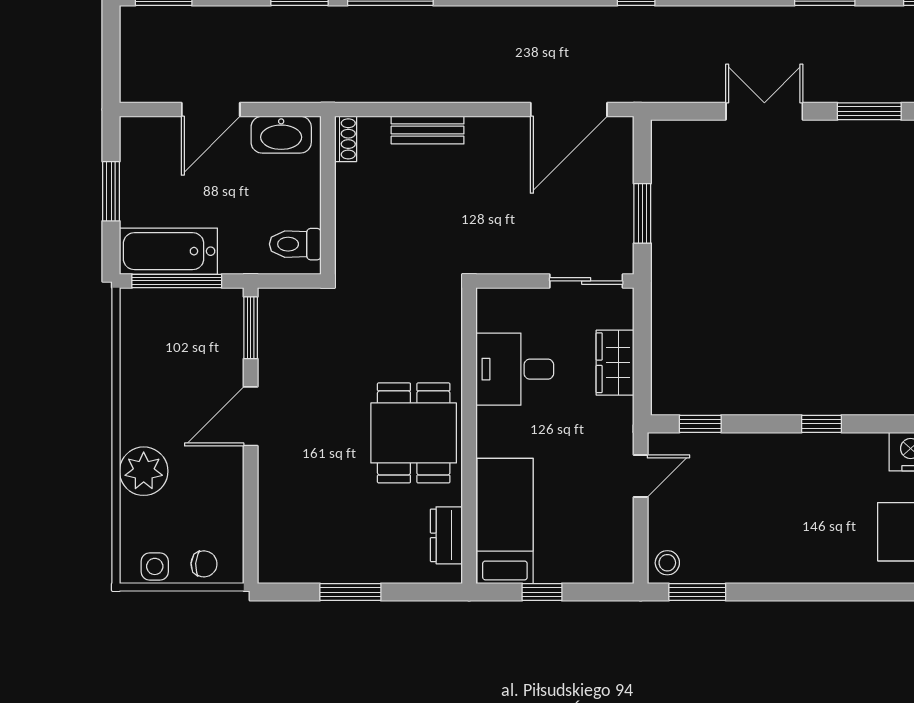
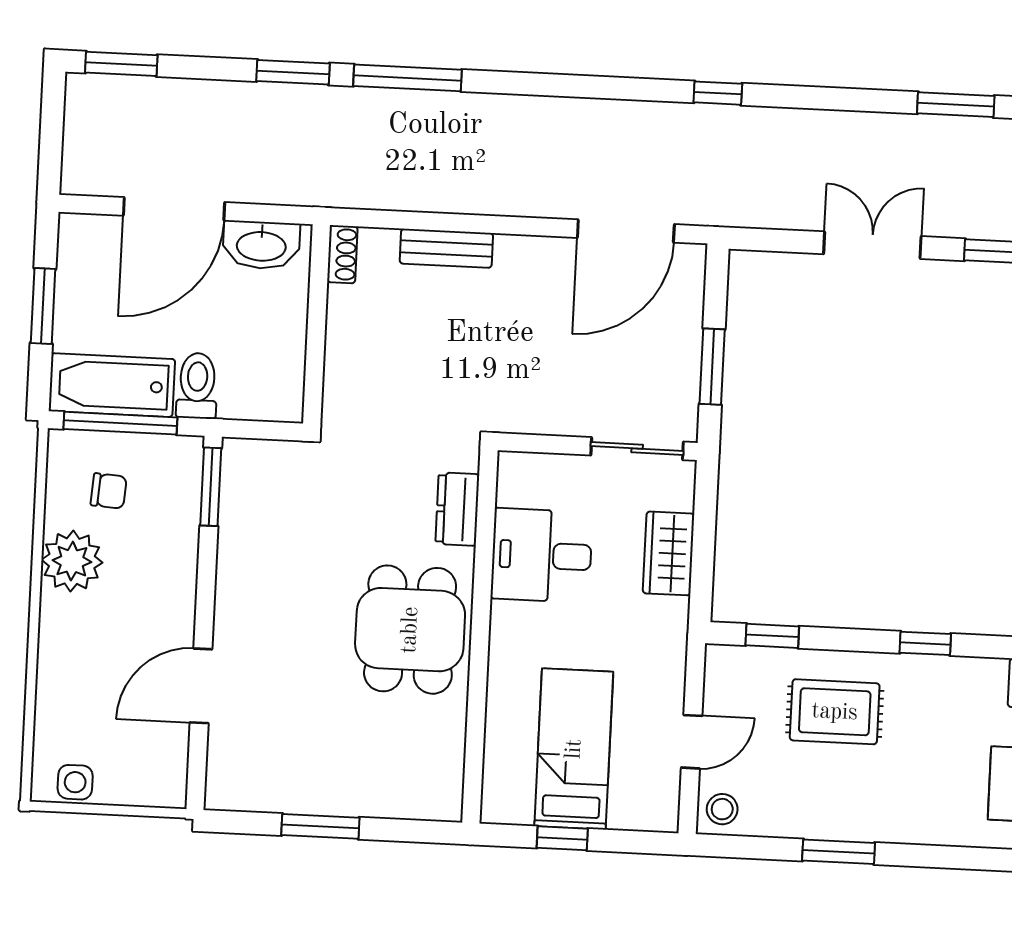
door: (211, 109) -> (174, 209), width x1.36
toilet: (295, 244) -> (197, 386), moved, turned 90
door: (251, 416) -> (201, 686), moved
plant: (144, 471) -> (72, 561), moved
door: (641, 476) -> (692, 742), moved
rug: (752, 481) -> (835, 712), added
bed: (505, 521) -> (574, 749), moved
dresser: (446, 535) -> (457, 509), moved
chair: (204, 564) -> (109, 491), moved
window: (697, 592) -> (839, 852), moved

